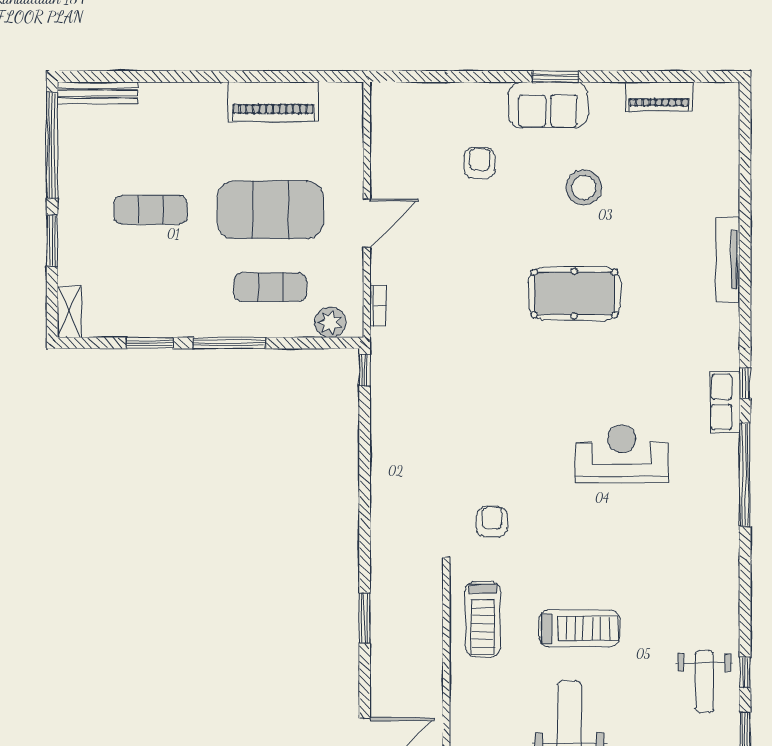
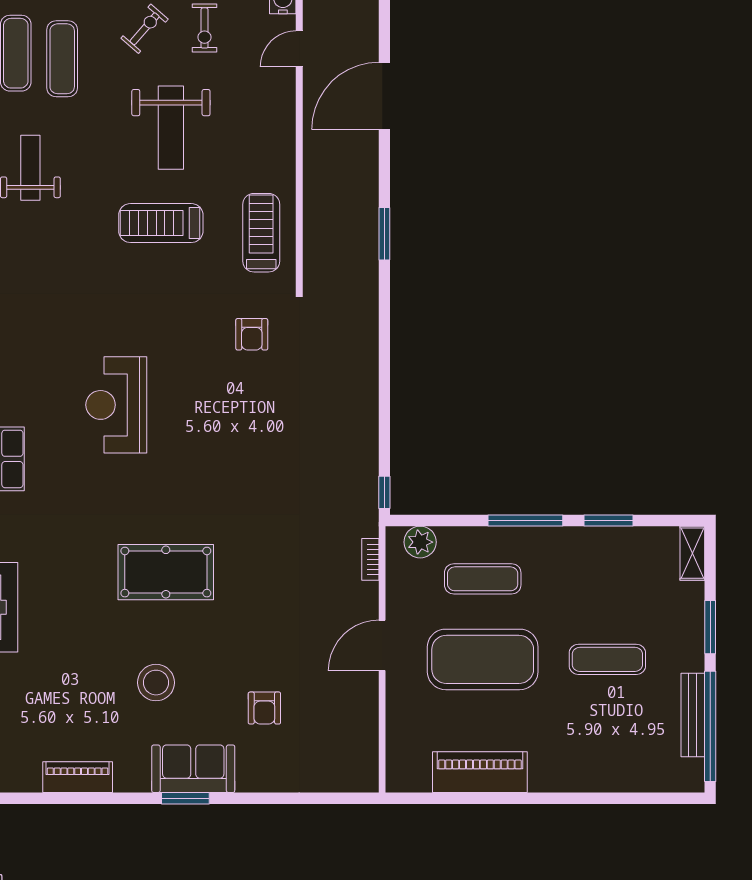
bench: (98, 93) -> (693, 715), moved, turned 90
reception desk: (622, 454) -> (116, 405), turned 90

